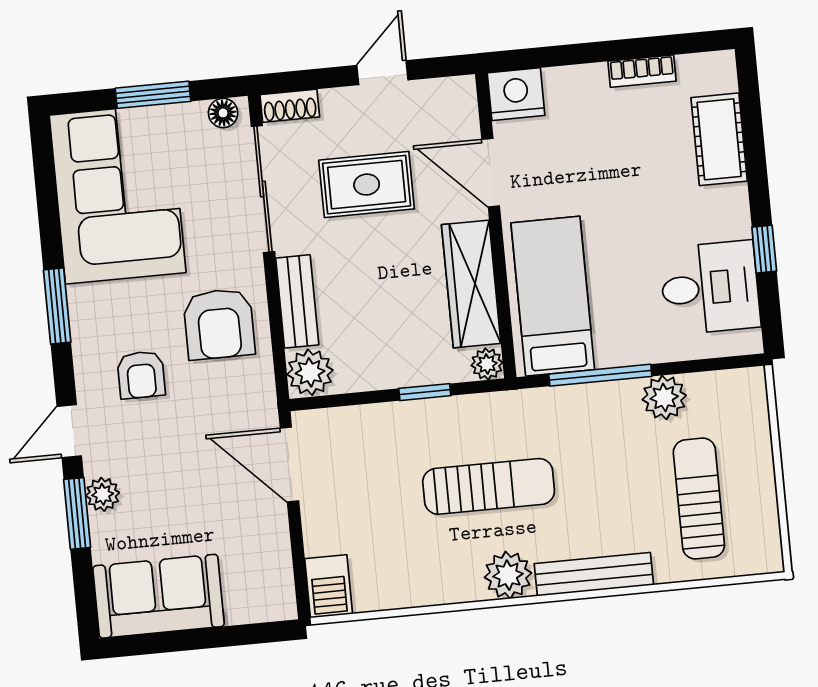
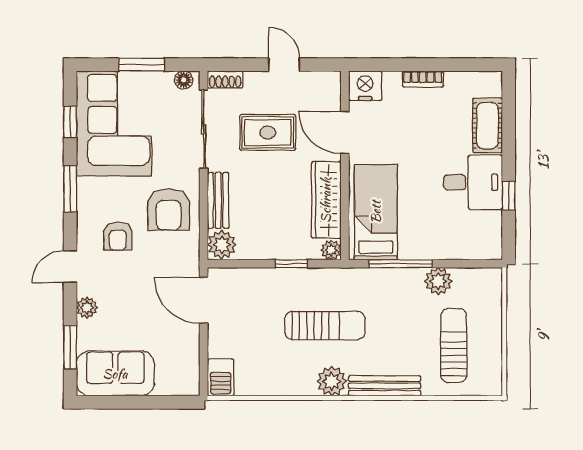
bookcase: (642, 71) -> (423, 79), moved
door: (382, 73) -> (284, 65), hinge flipped
window: (47, 198) -> (70, 122), added
desk: (710, 288) -> (473, 182), moved
window: (77, 513) -> (70, 347), moved

